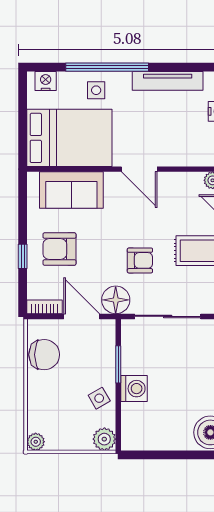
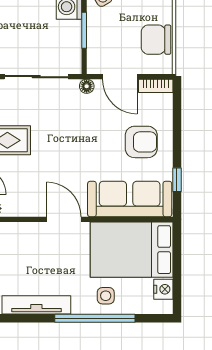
nightstand: (46, 81) -> (163, 289), moved, turned -90
sofa: (71, 190) -> (130, 199), width x1.36
window: (23, 256) -> (177, 180), moved
armchair: (140, 260) -> (63, 131), removed
floor lamp: (116, 300) -> (87, 86), width x0.53, depth x0.53

